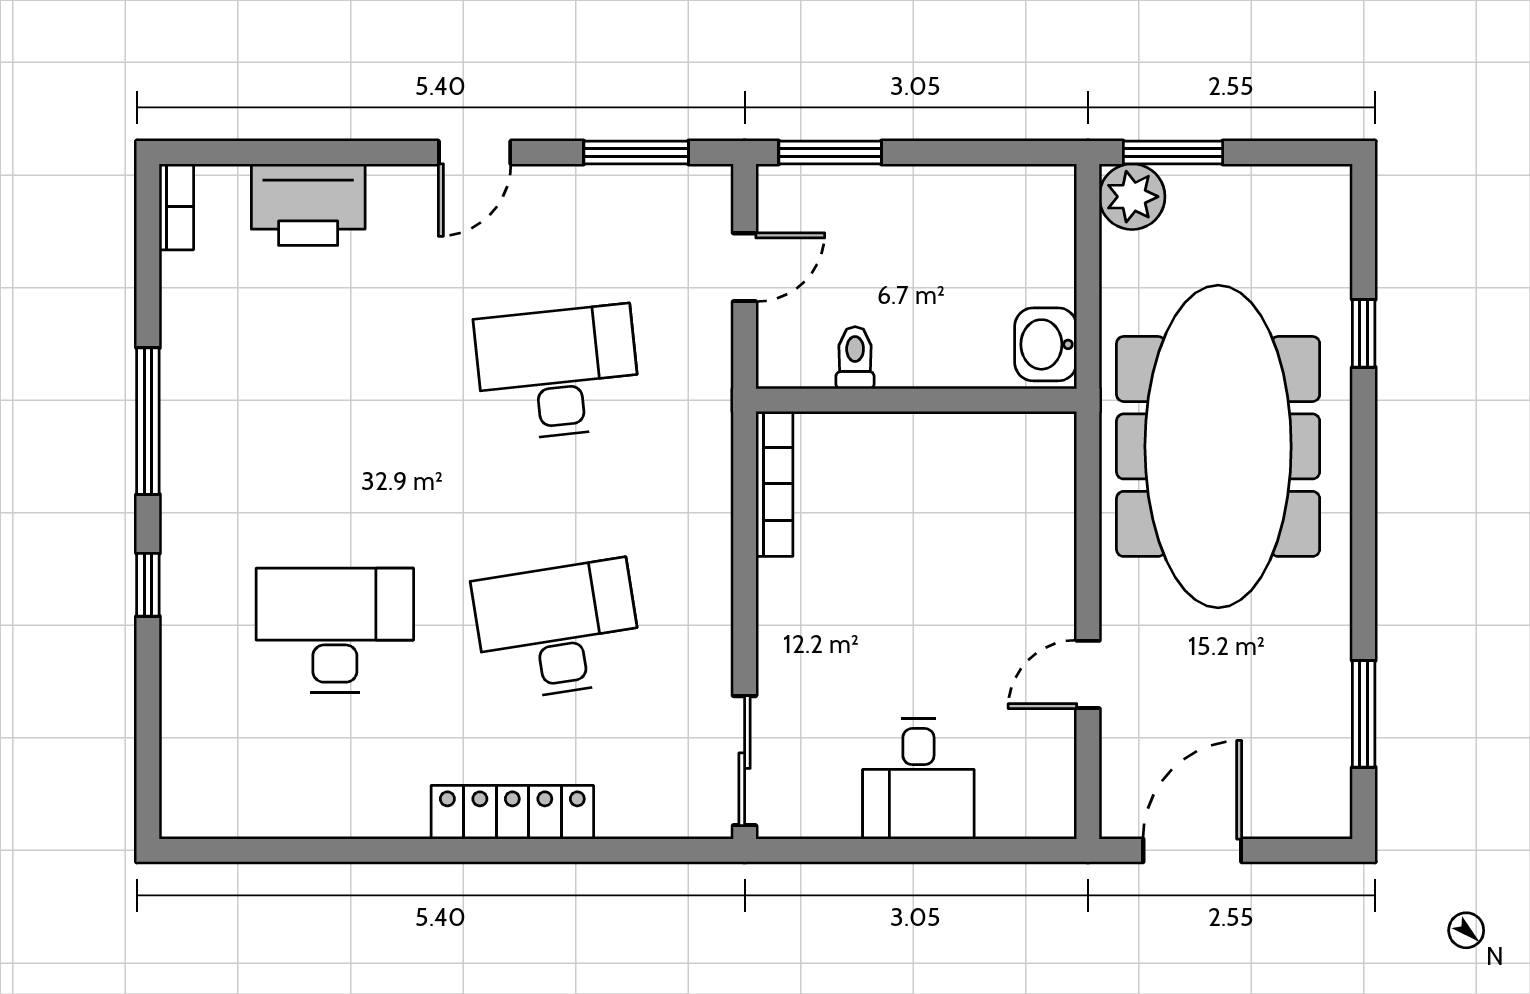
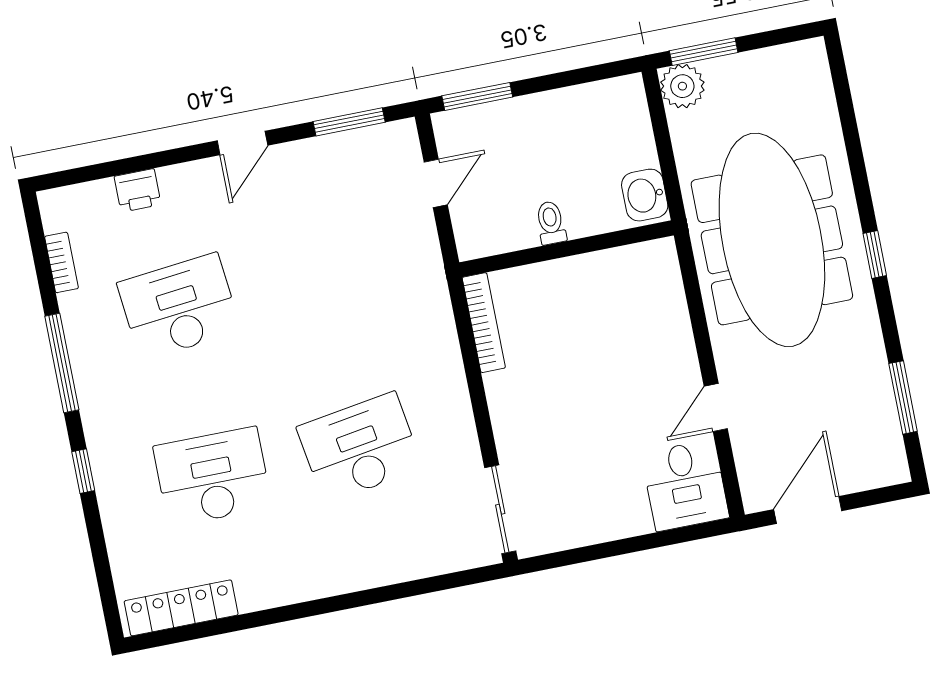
printer: (308, 205) -> (138, 190), width x0.53, depth x0.68
bookcase: (176, 207) -> (61, 262), moved
window: (1364, 333) -> (875, 255), moved
toilet: (855, 358) -> (551, 223), moved
desk: (558, 373) -> (179, 307), moved
desk: (918, 779) -> (685, 485), moved
locker: (512, 812) -> (181, 608), moved

